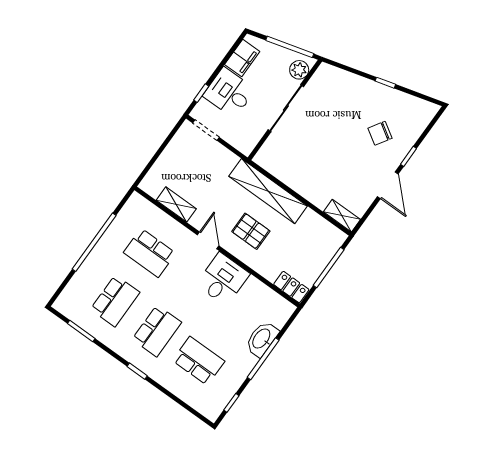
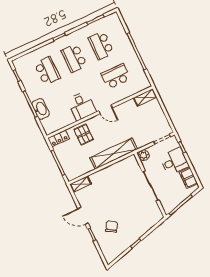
plant: (299, 70) -> (144, 155), moved
shelving: (176, 204) -> (145, 97), moved
pallet: (251, 231) -> (84, 134), moved, turned 90
school desk: (199, 361) -> (47, 71), turned -90

